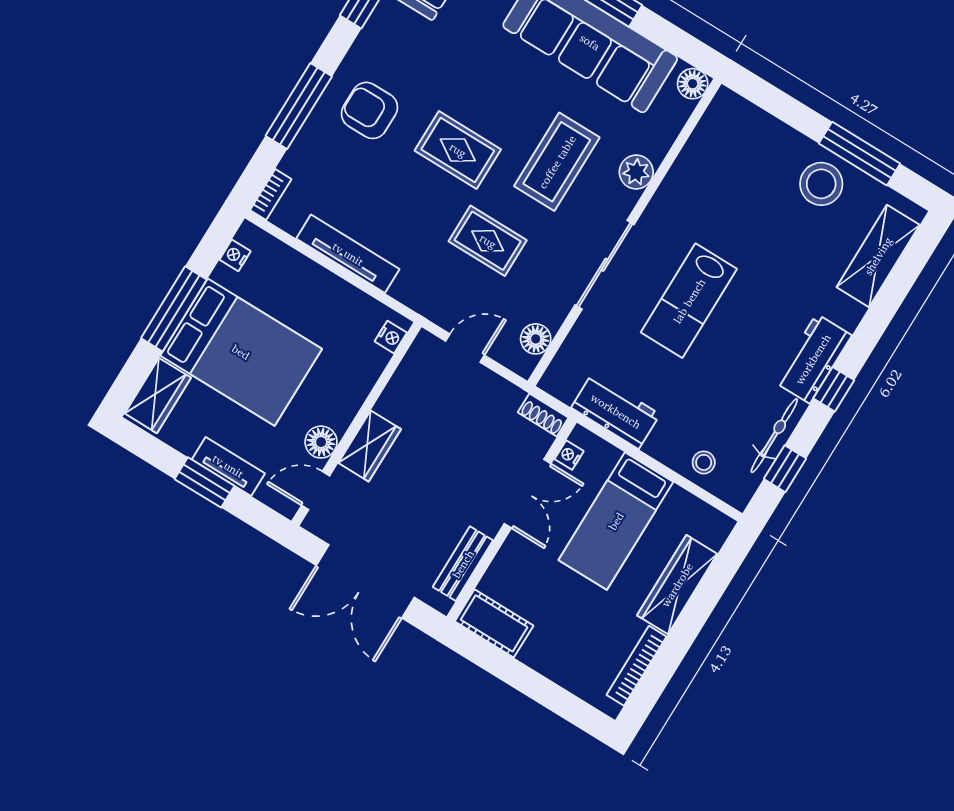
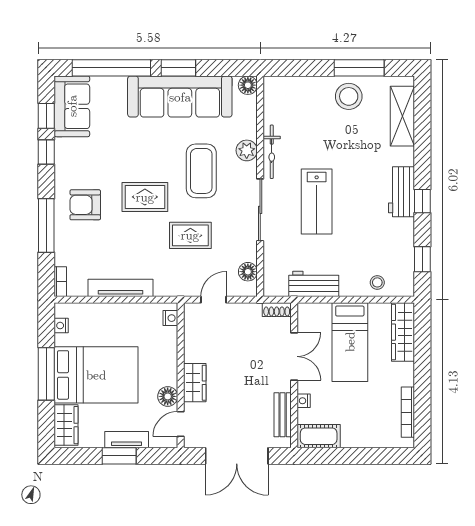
bicycle: (774, 436) -> (272, 152), moved, turned 180
nightstand: (569, 455) -> (304, 401), moved
wardrobe: (677, 585) -> (403, 332), moved

